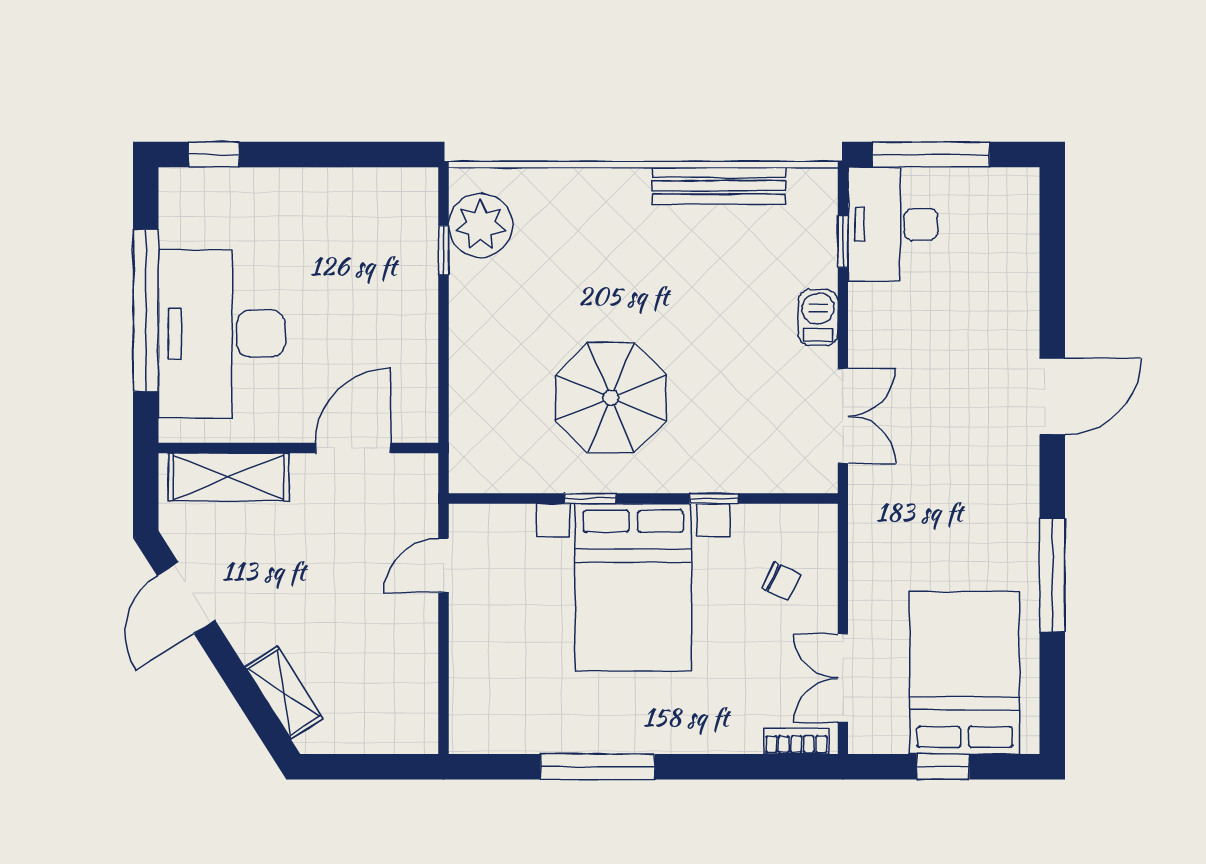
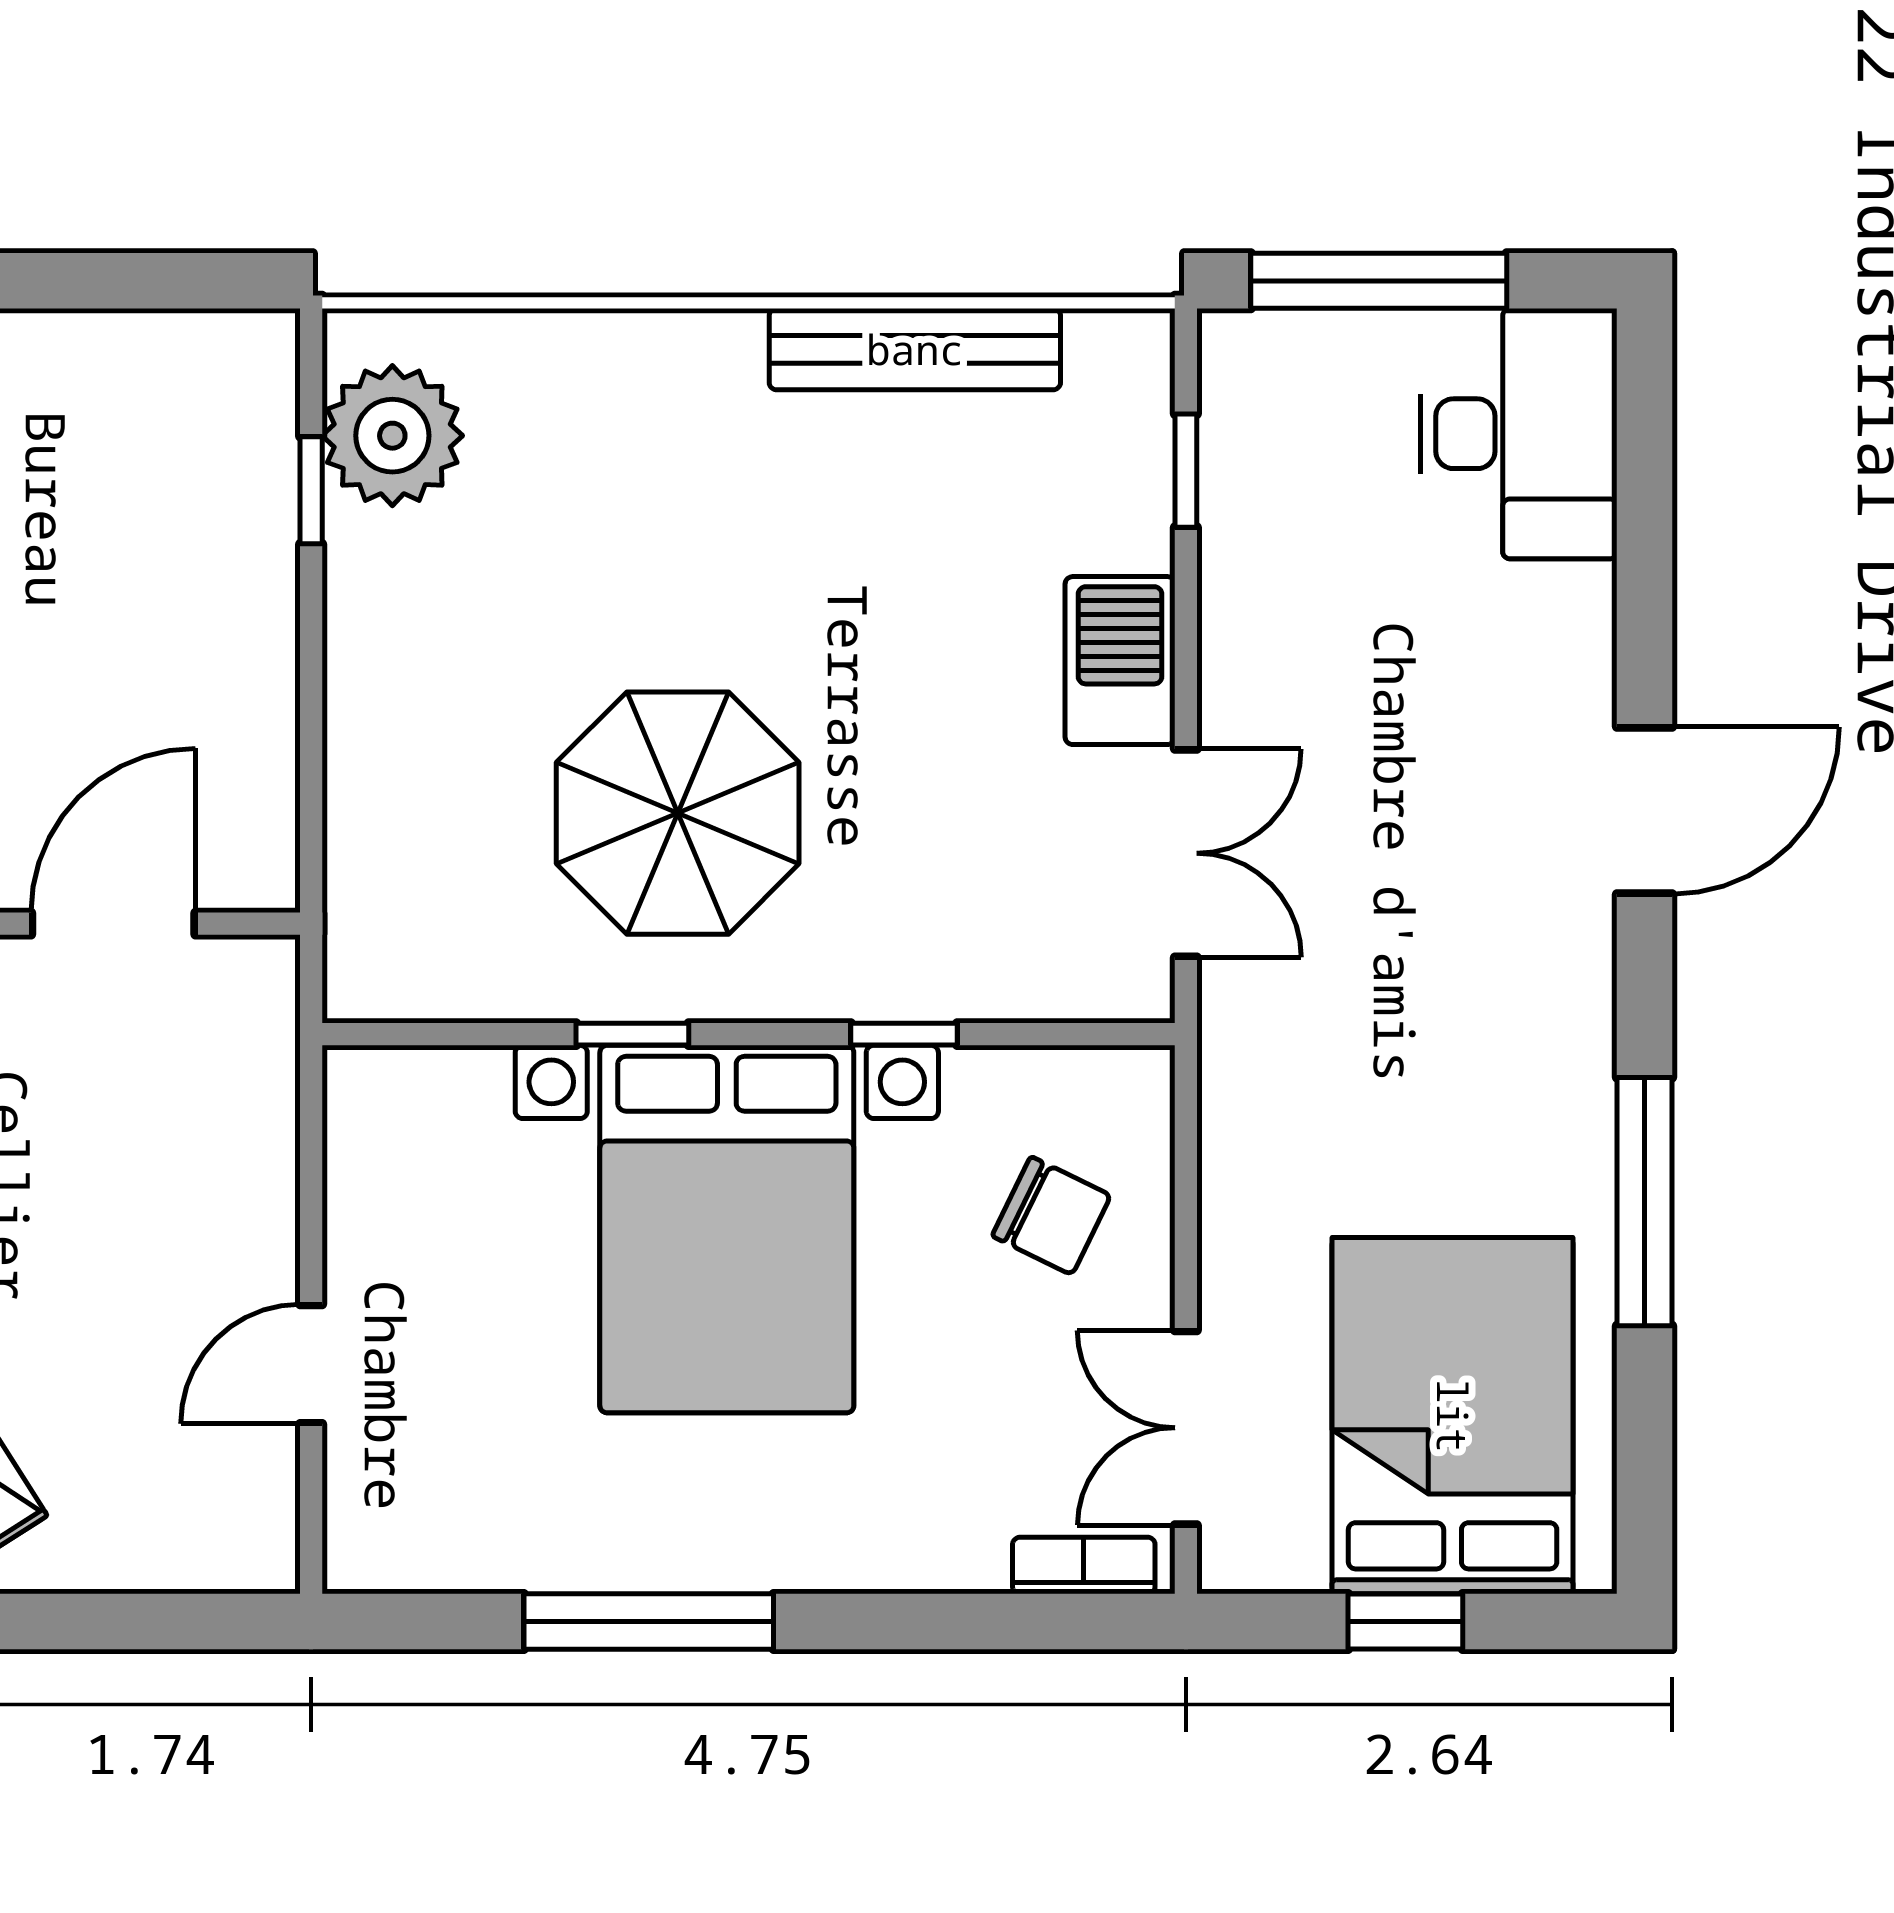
desk: (893, 224) -> (1518, 434), moved, turned 180
barbecue: (818, 317) -> (1120, 661), width x1.38, depth x1.27
door: (443, 565) -> (311, 1364), moved
chair: (781, 581) -> (1051, 1216), width x1.37, depth x1.37

